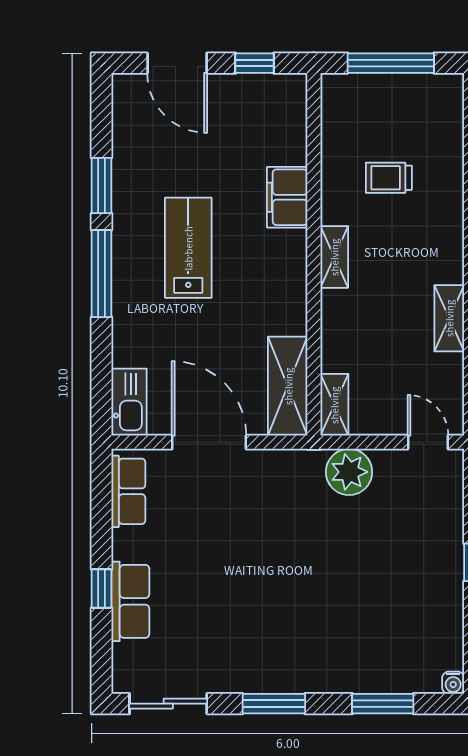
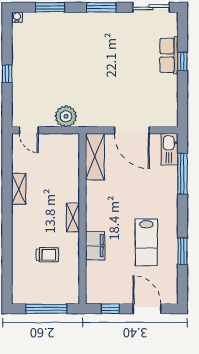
lab bench: (188, 248) -> (146, 242), moved
window: (102, 274) -> (182, 174), moved
shelving: (334, 405) -> (73, 148), removed
row of seats: (128, 491) -> (170, 107), removed

